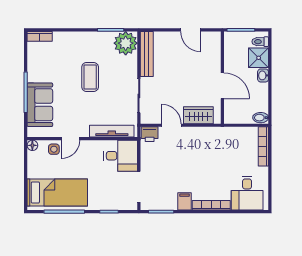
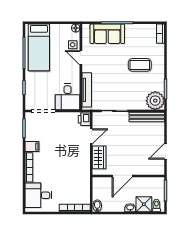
coffee table: (90, 77) -> (140, 65), moved

